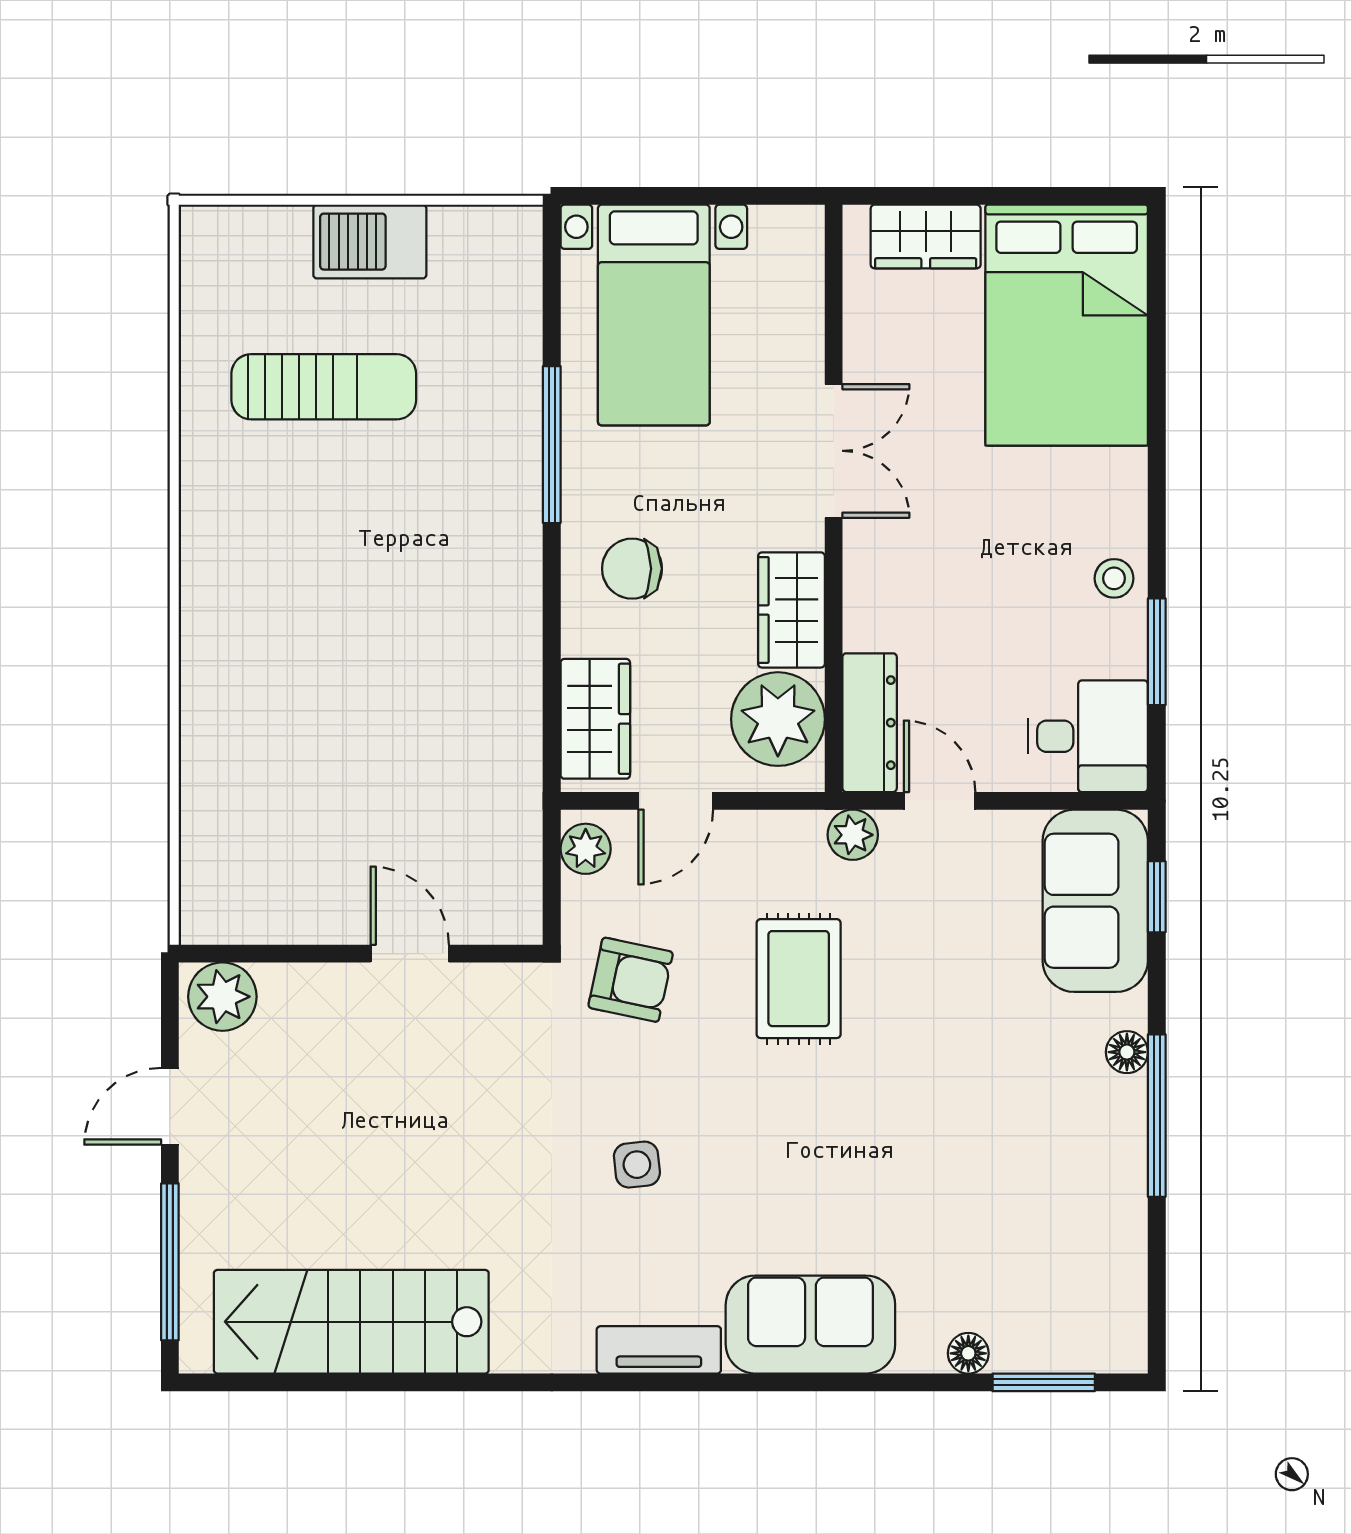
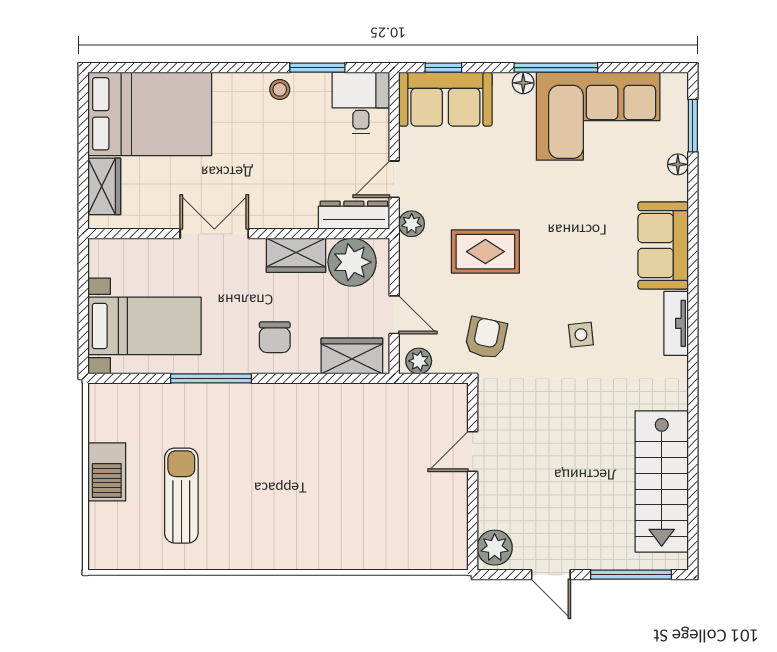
corner sofa: (1062, 1198) -> (598, 116), added

